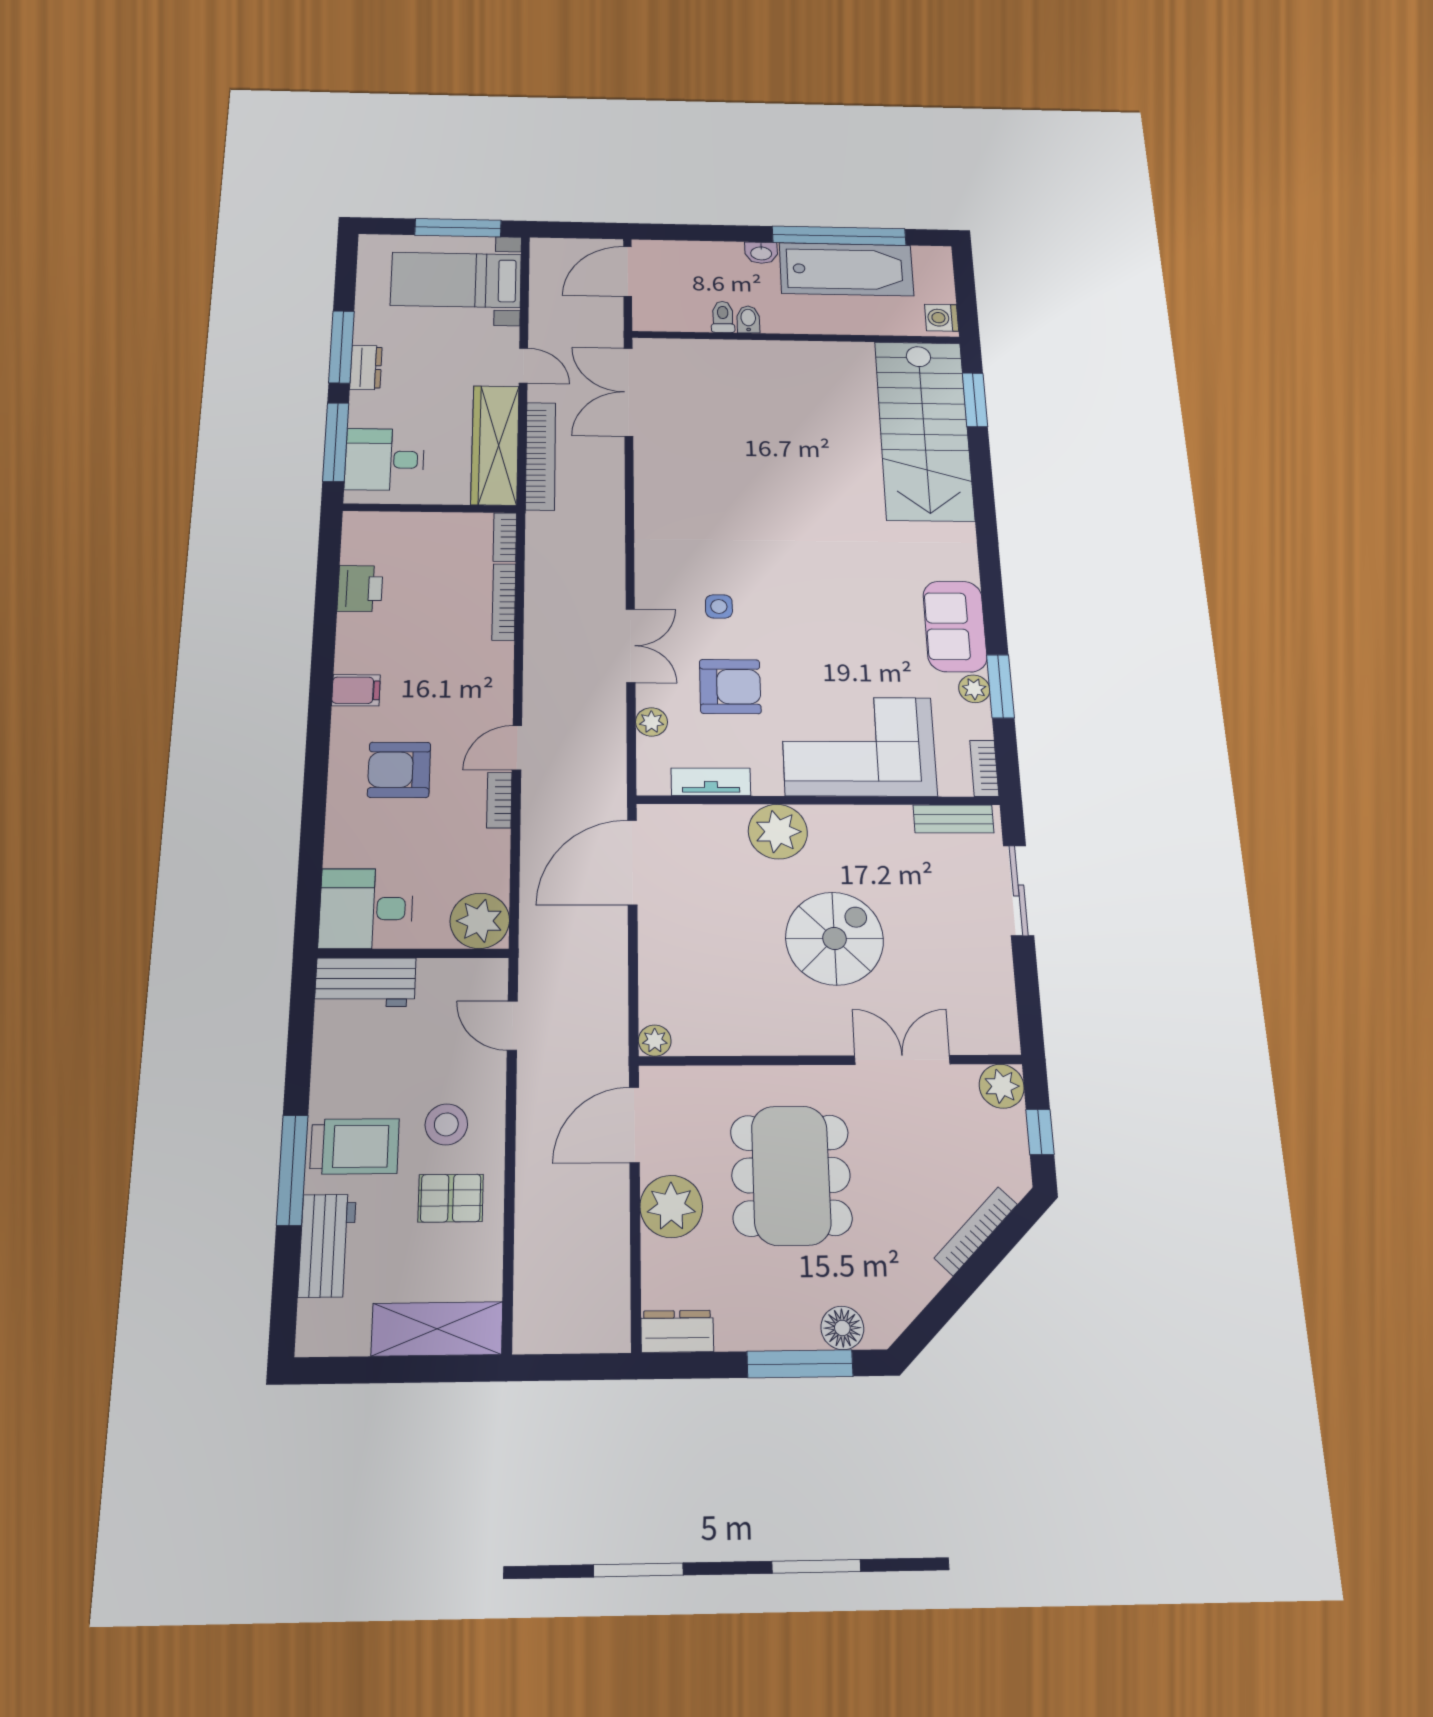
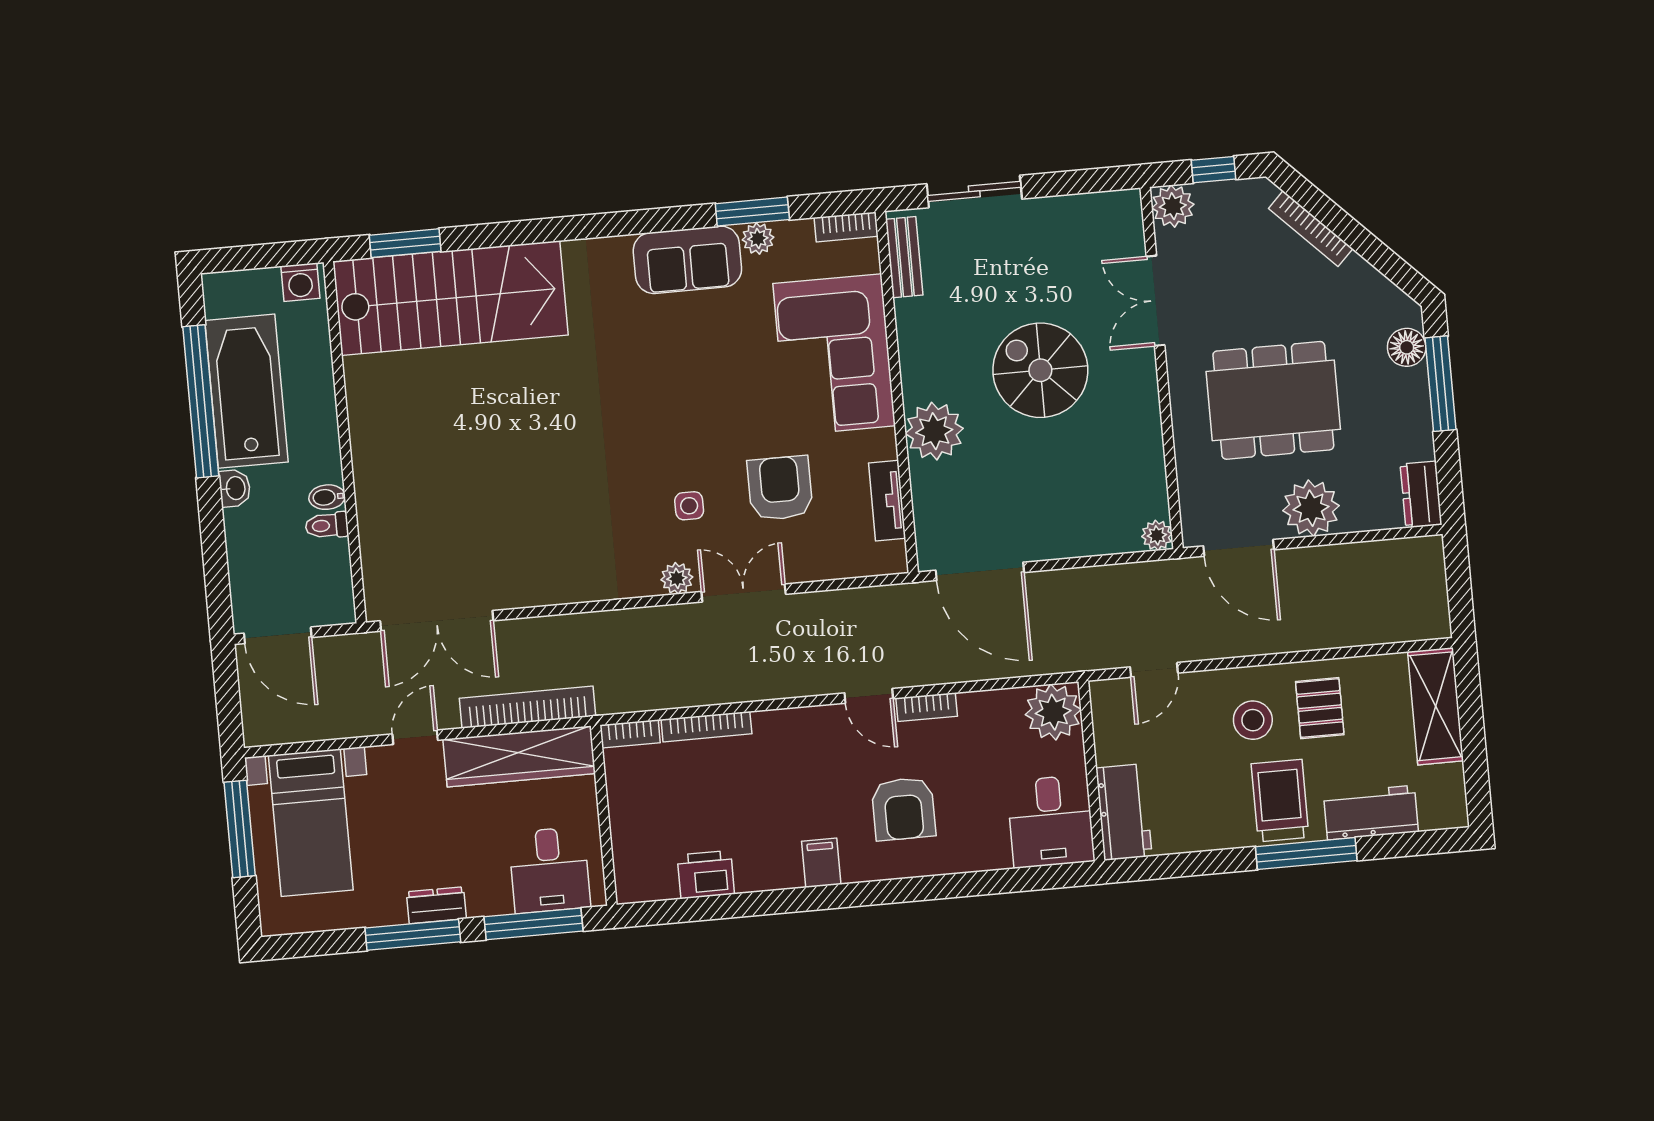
plant: (652, 722) -> (677, 578), moved

